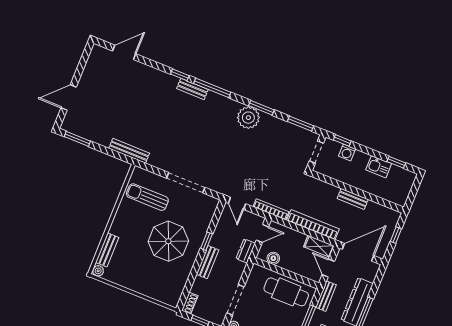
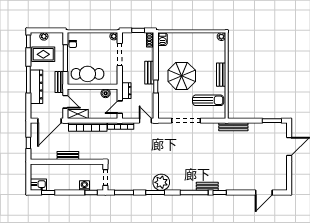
kitchen sink: (379, 167) -> (38, 185), moved
bench: (107, 250) -> (221, 75), moved
barbecue: (174, 298) -> (162, 39), added

